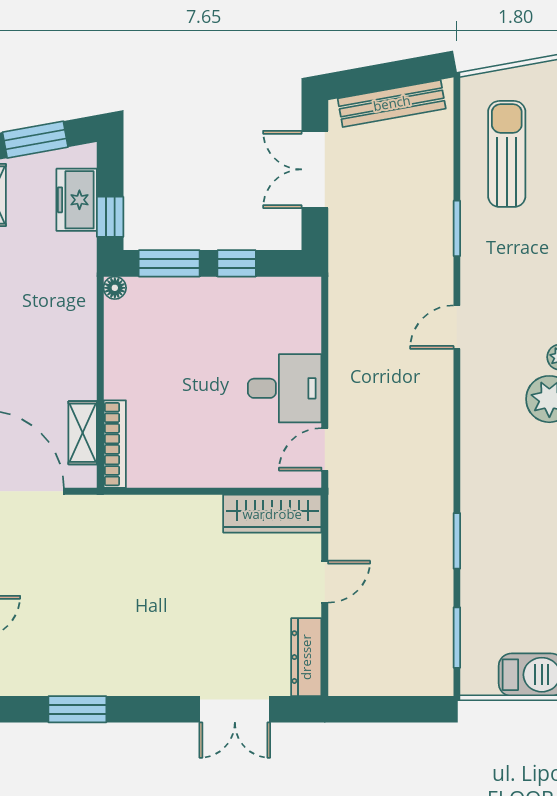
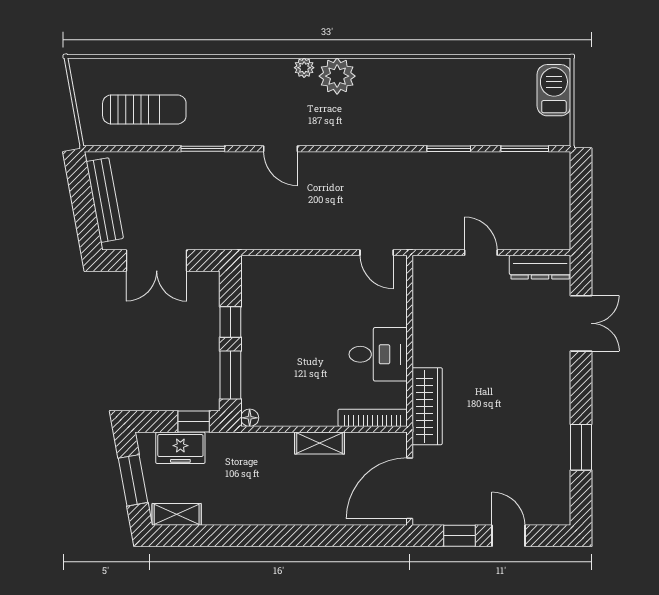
sun lounger: (507, 154) -> (144, 109), turned 180
desk: (285, 388) -> (378, 354), moved, turned 90
shelving: (83, 433) -> (320, 443), moved
wardrobe: (272, 514) -> (427, 406), moved

